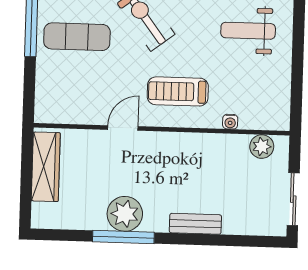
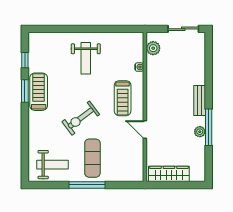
plant: (125, 214) -> (200, 132), width x0.53, depth x0.53
bench: (195, 224) -> (200, 100), moved

